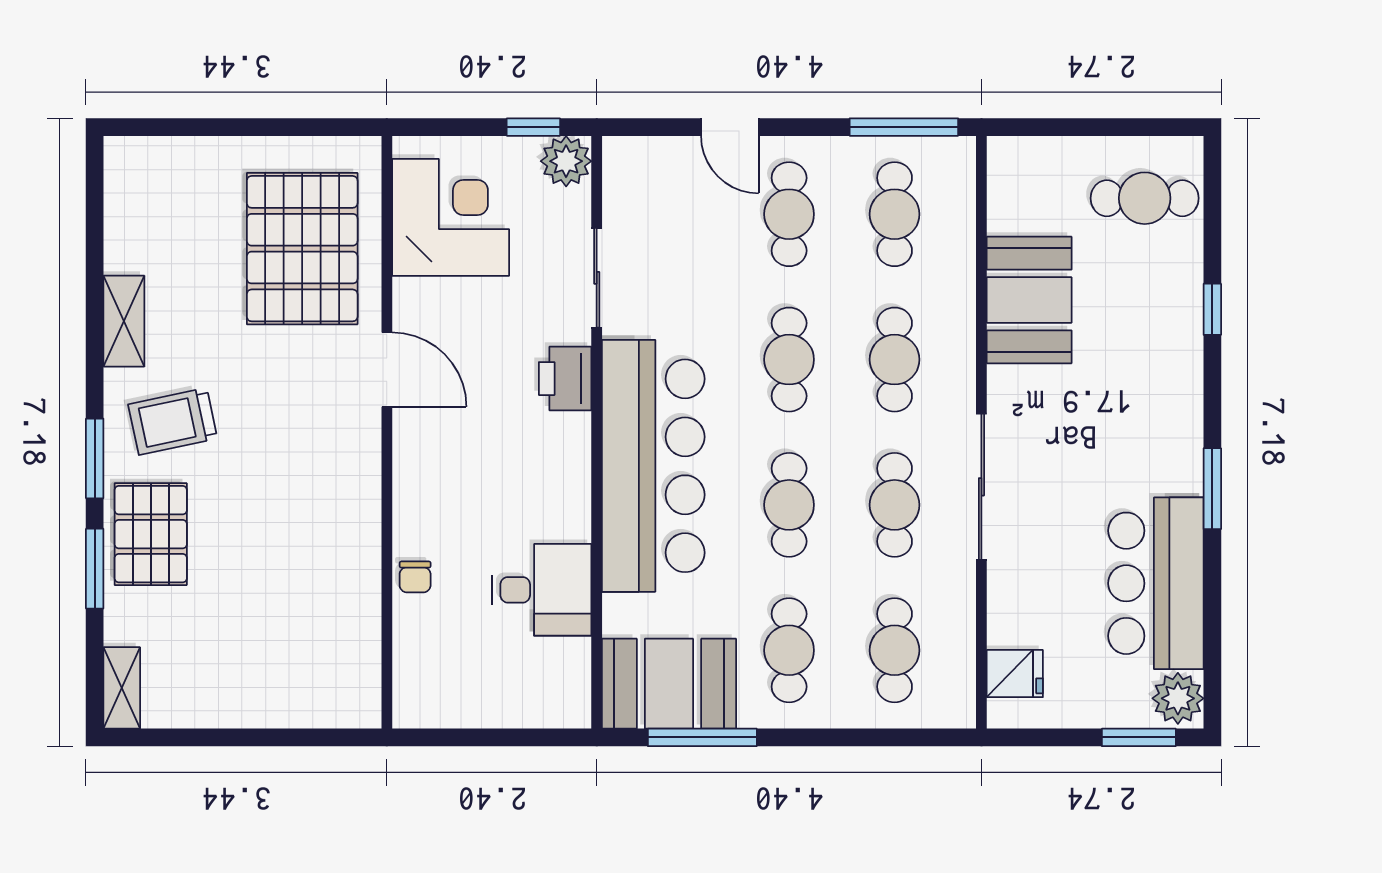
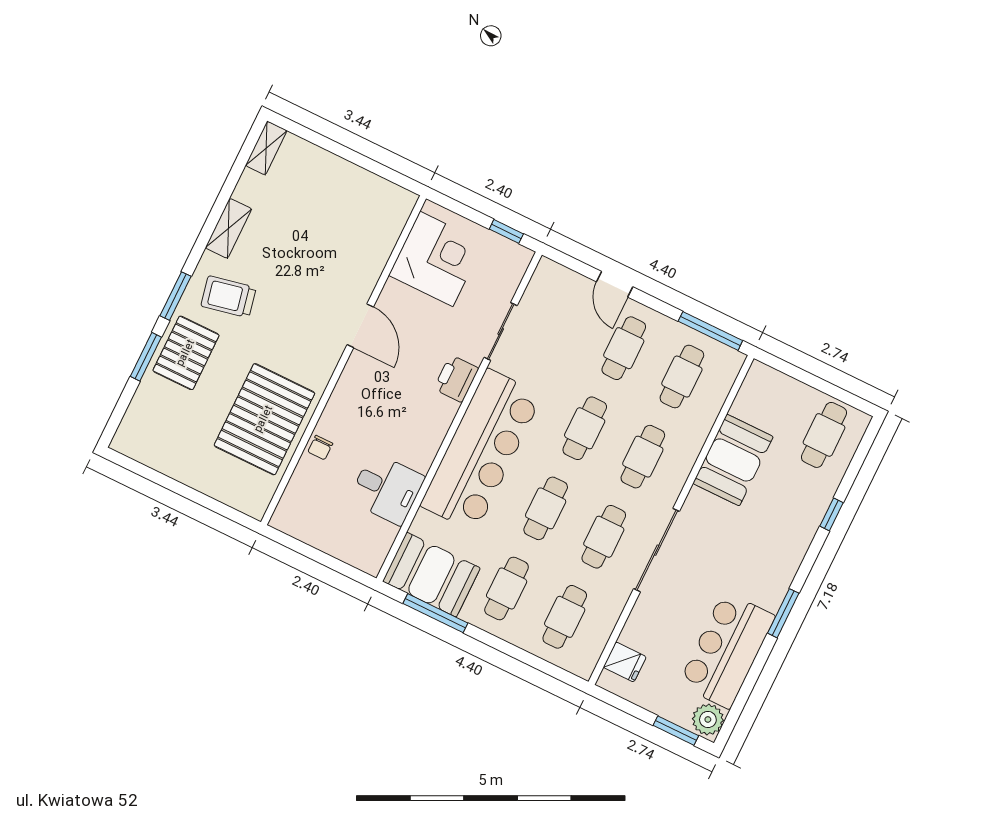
plant: (566, 161) -> (515, 259), removed
cafe table: (1145, 198) -> (824, 435), turned 90
pallet: (302, 249) -> (264, 419), moved
shelving: (122, 688) -> (266, 148), moved

